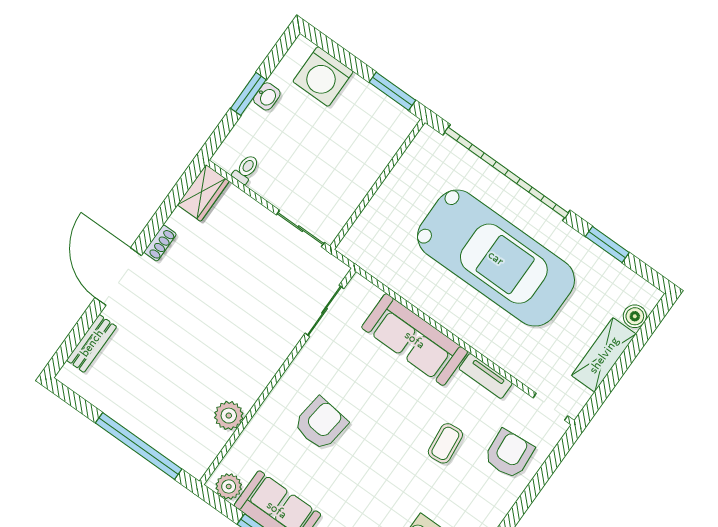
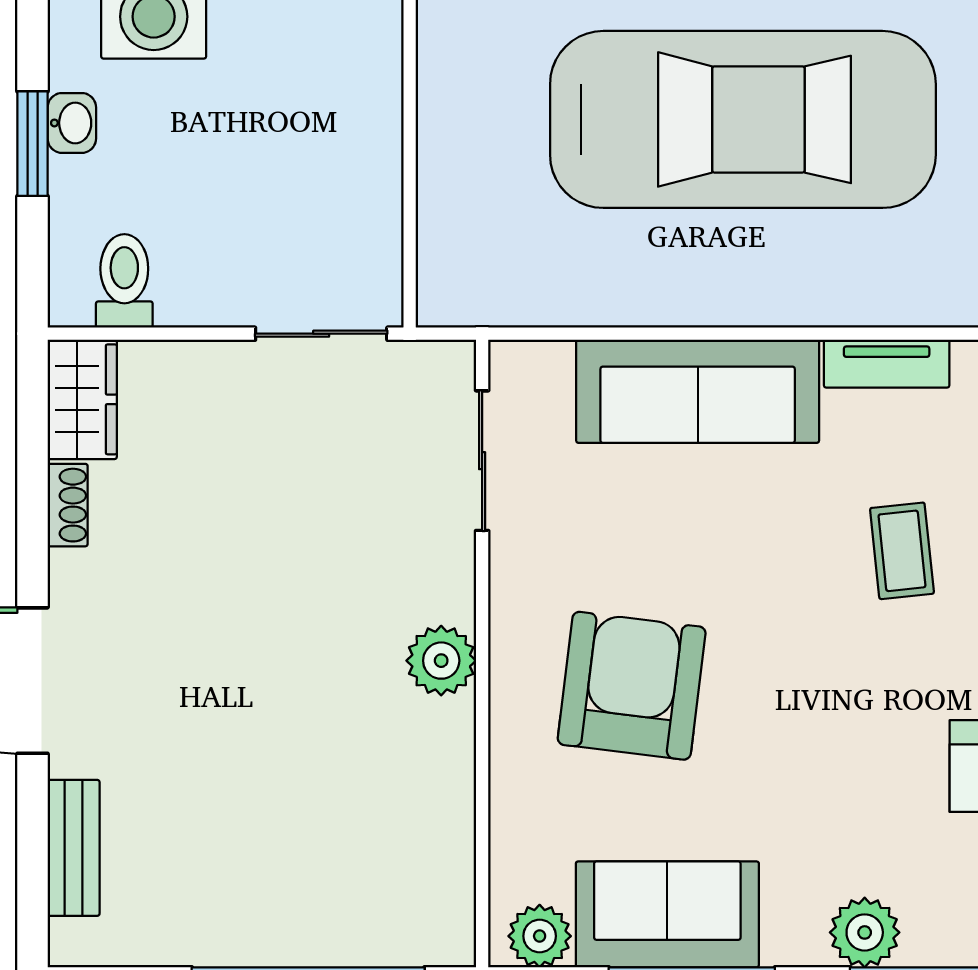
toilet: (246, 169) -> (124, 281), width x1.37, depth x1.39
shoe rack: (160, 243) -> (68, 505), moved
plant: (229, 416) -> (441, 661), moved
armchair: (321, 424) -> (632, 686), width x1.36, depth x1.36

